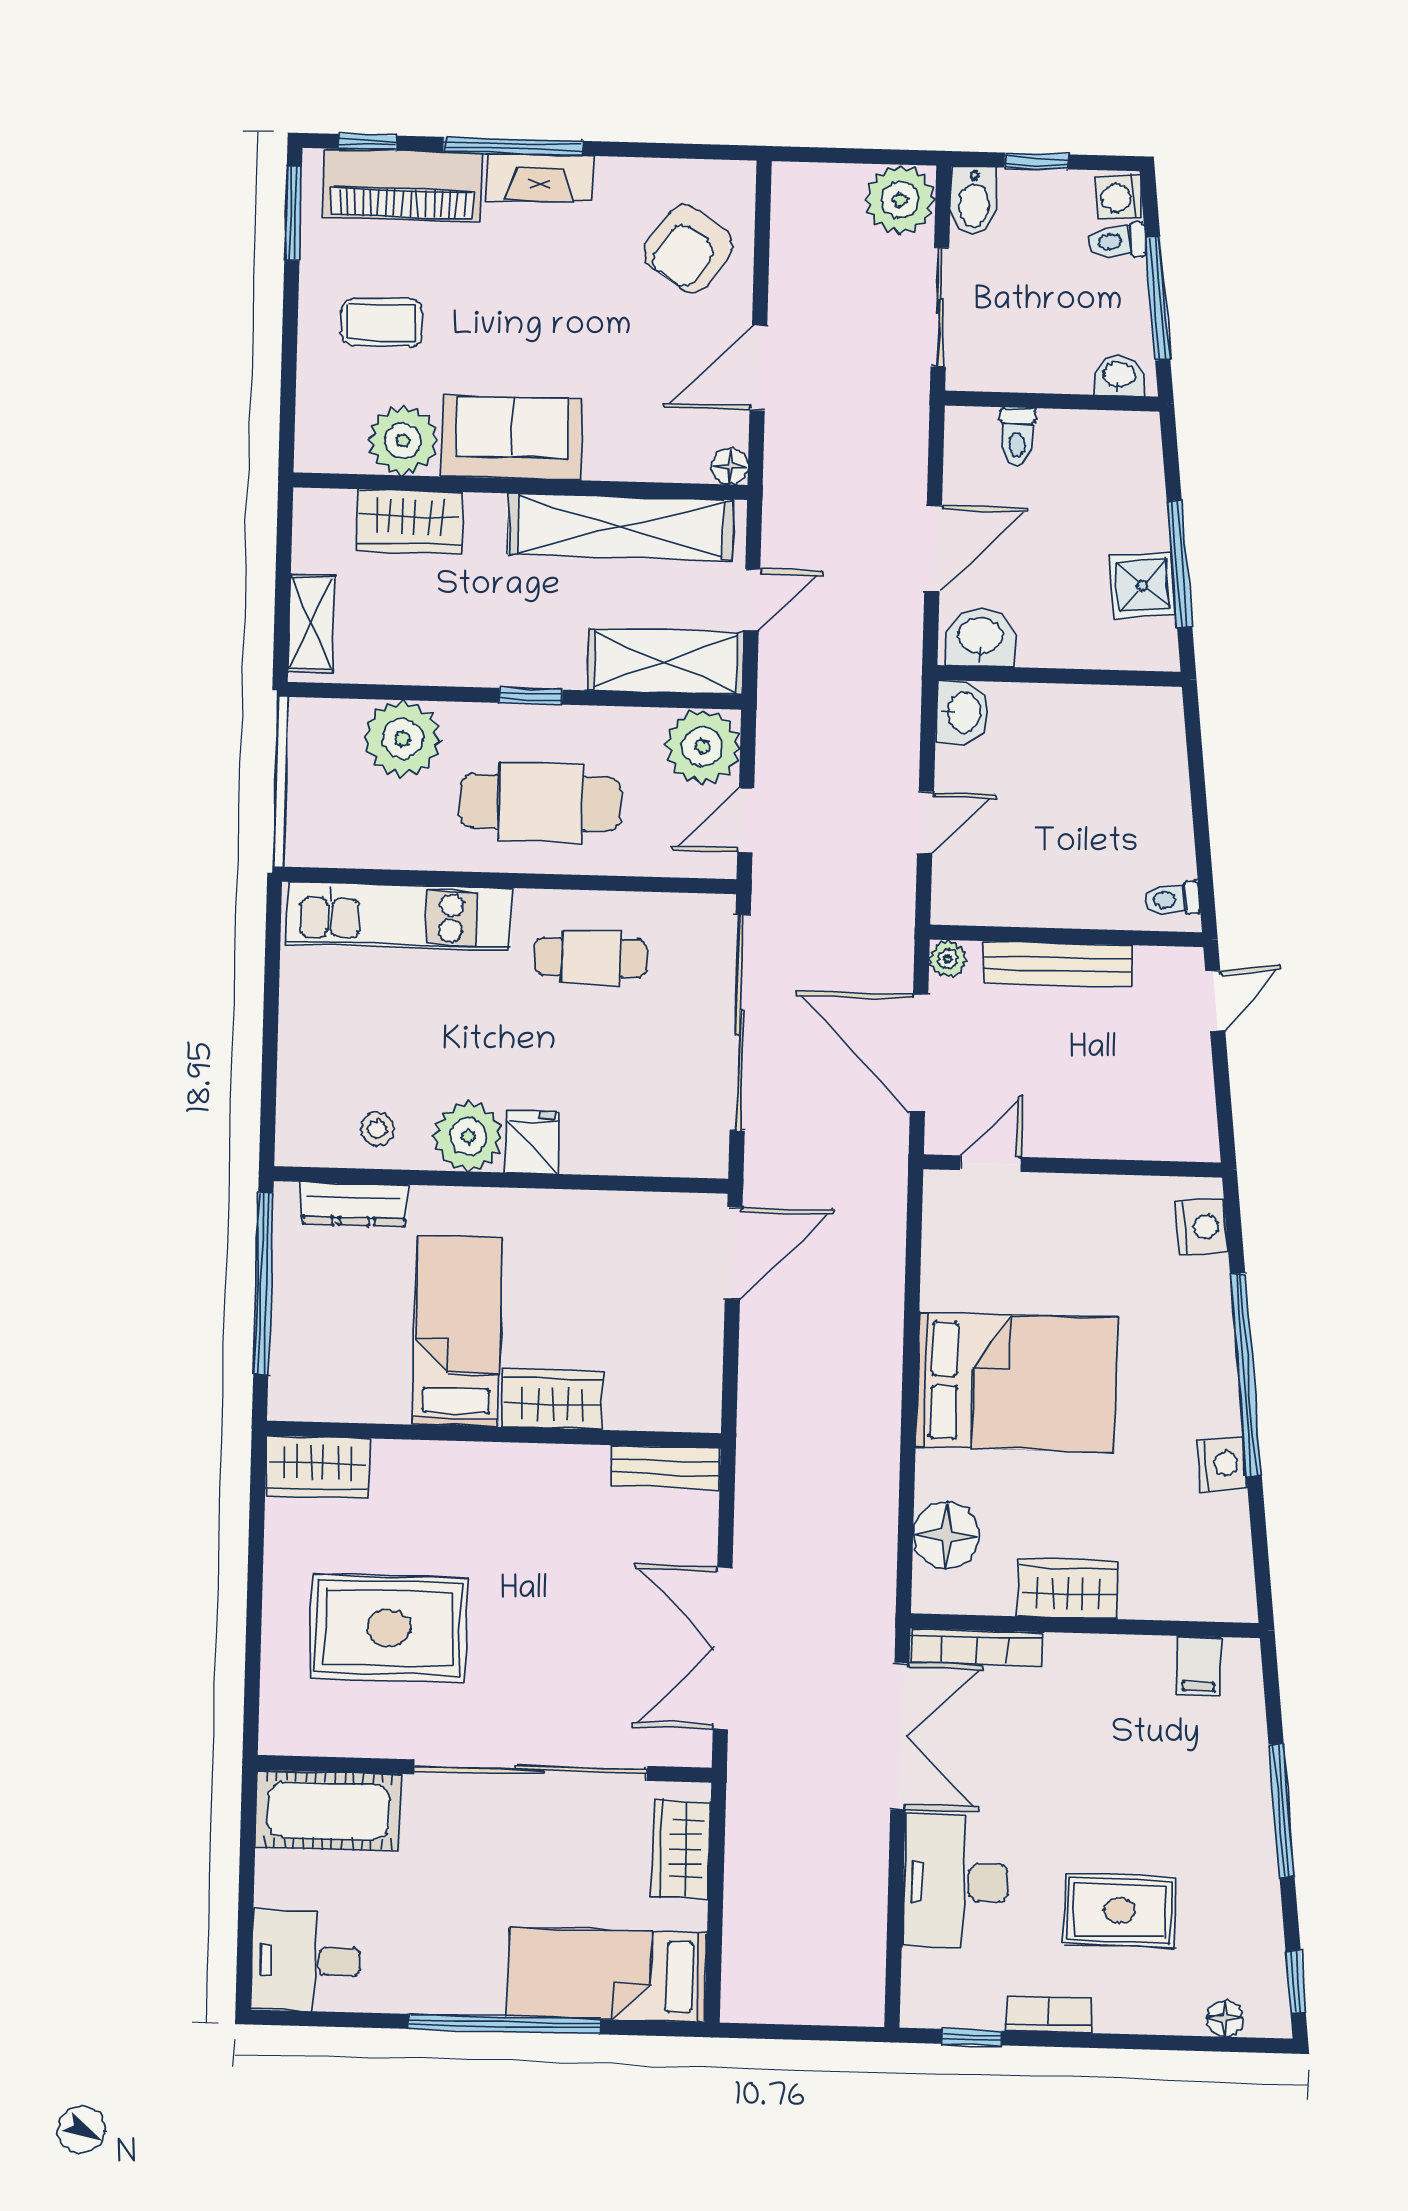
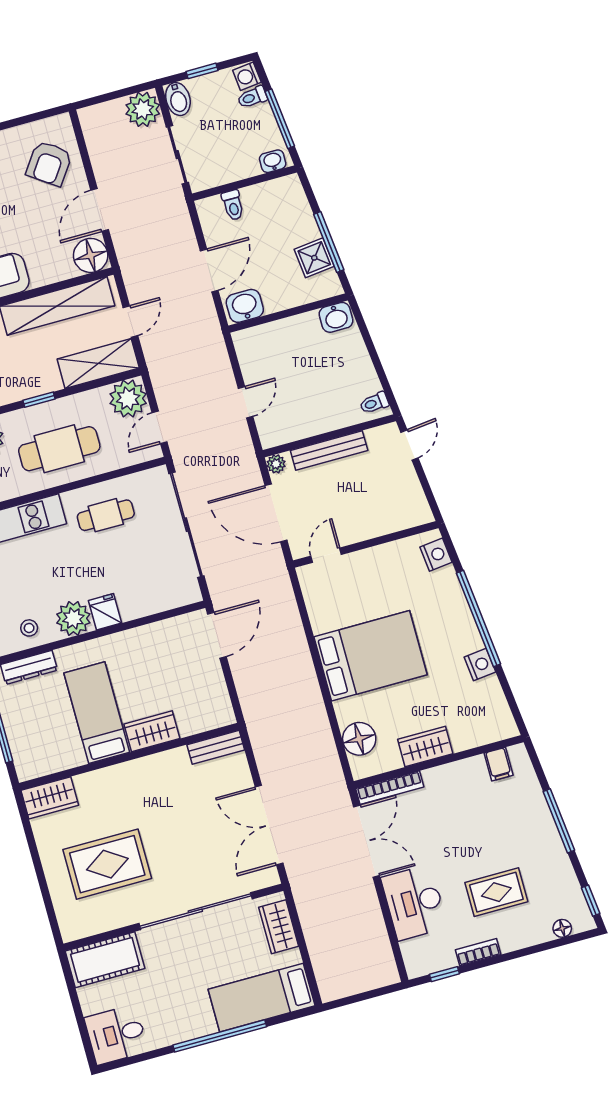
floor lamp: (730, 466) -> (91, 255), width x1.89, depth x1.89
washbasin: (963, 712) -> (336, 317), moved, turned 90

